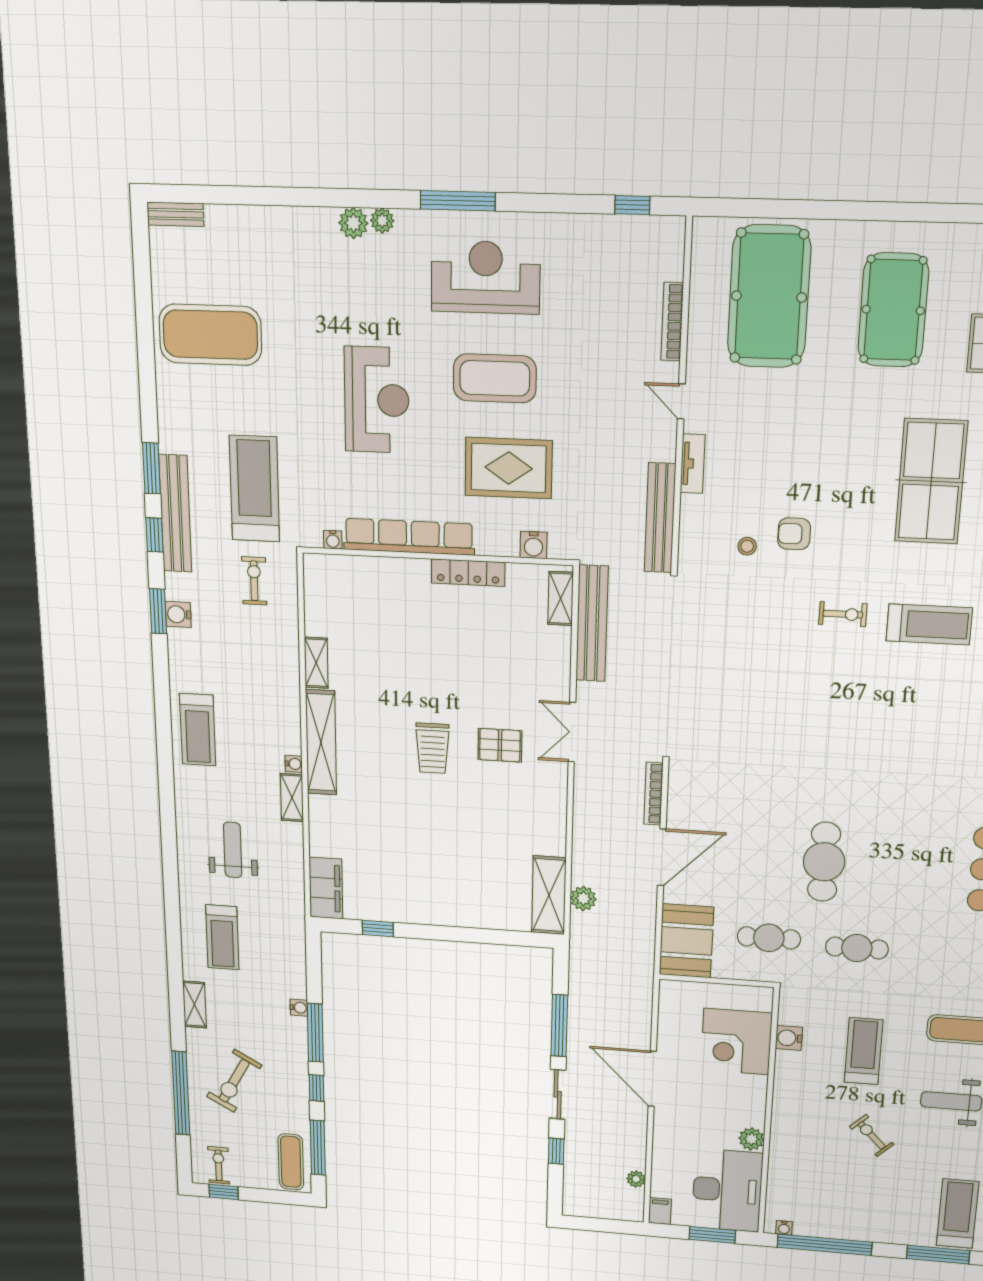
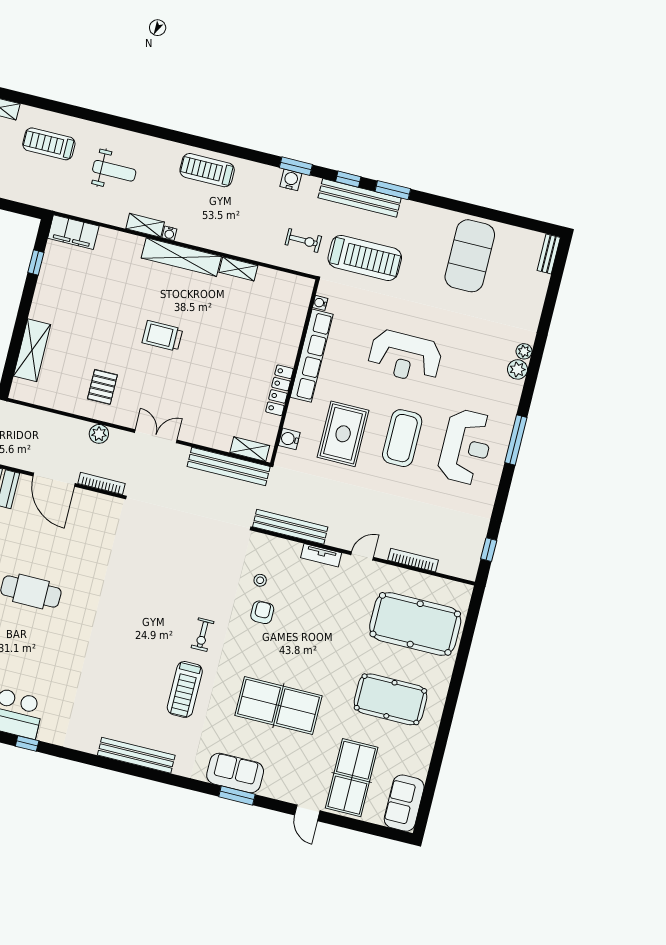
plant: (382, 221) -> (524, 351), moved
pallet: (500, 745) -> (102, 387), moved
shelving: (549, 895) -> (32, 350), moved, turned 90
plant: (583, 898) -> (99, 434), moved

